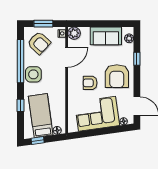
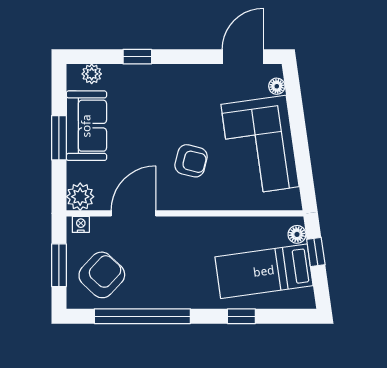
window: (100, 24) -> (59, 138), added
door: (67, 57) -> (133, 213), hinge flipped
side table: (33, 74) -> (172, 288), removed
armchair: (117, 76) -> (176, 101), removed
armchair: (90, 83) -> (191, 161), turned -76
window: (38, 140) -> (316, 252), moved

